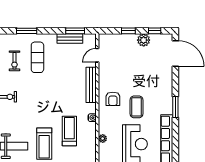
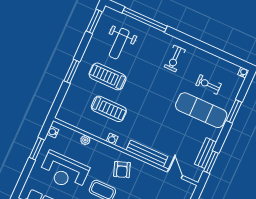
exercise mat: (37, 57) -> (201, 110), width x1.36, depth x1.45
armchair: (113, 99) -> (122, 170), turned -110

